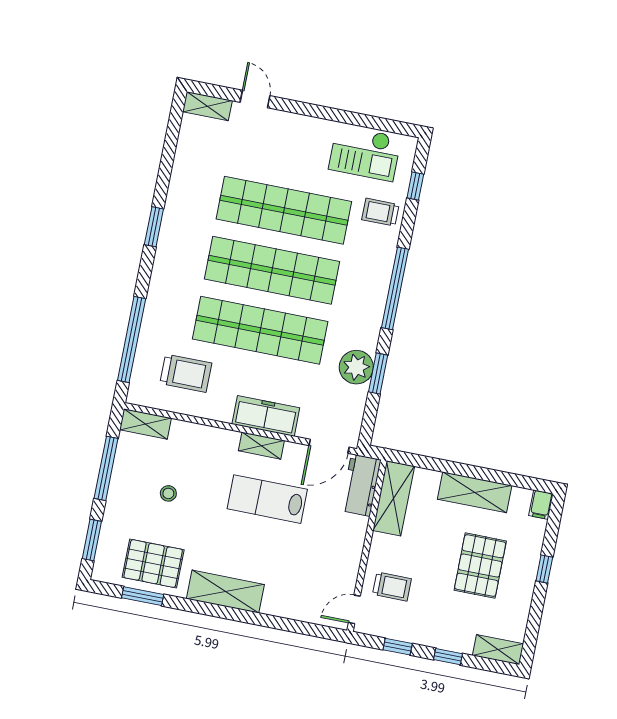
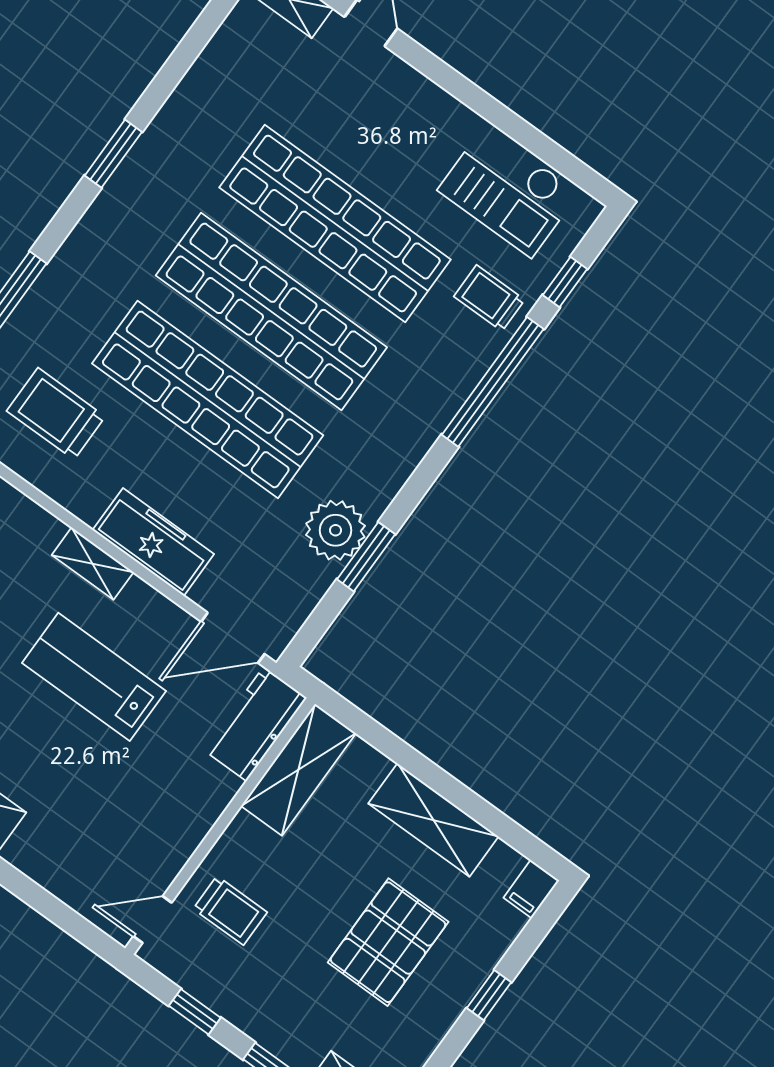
window: (395, 288) -> (493, 382), moved
trolley: (186, 373) -> (56, 414), turned 180
shelving: (261, 446) -> (93, 564), moved

